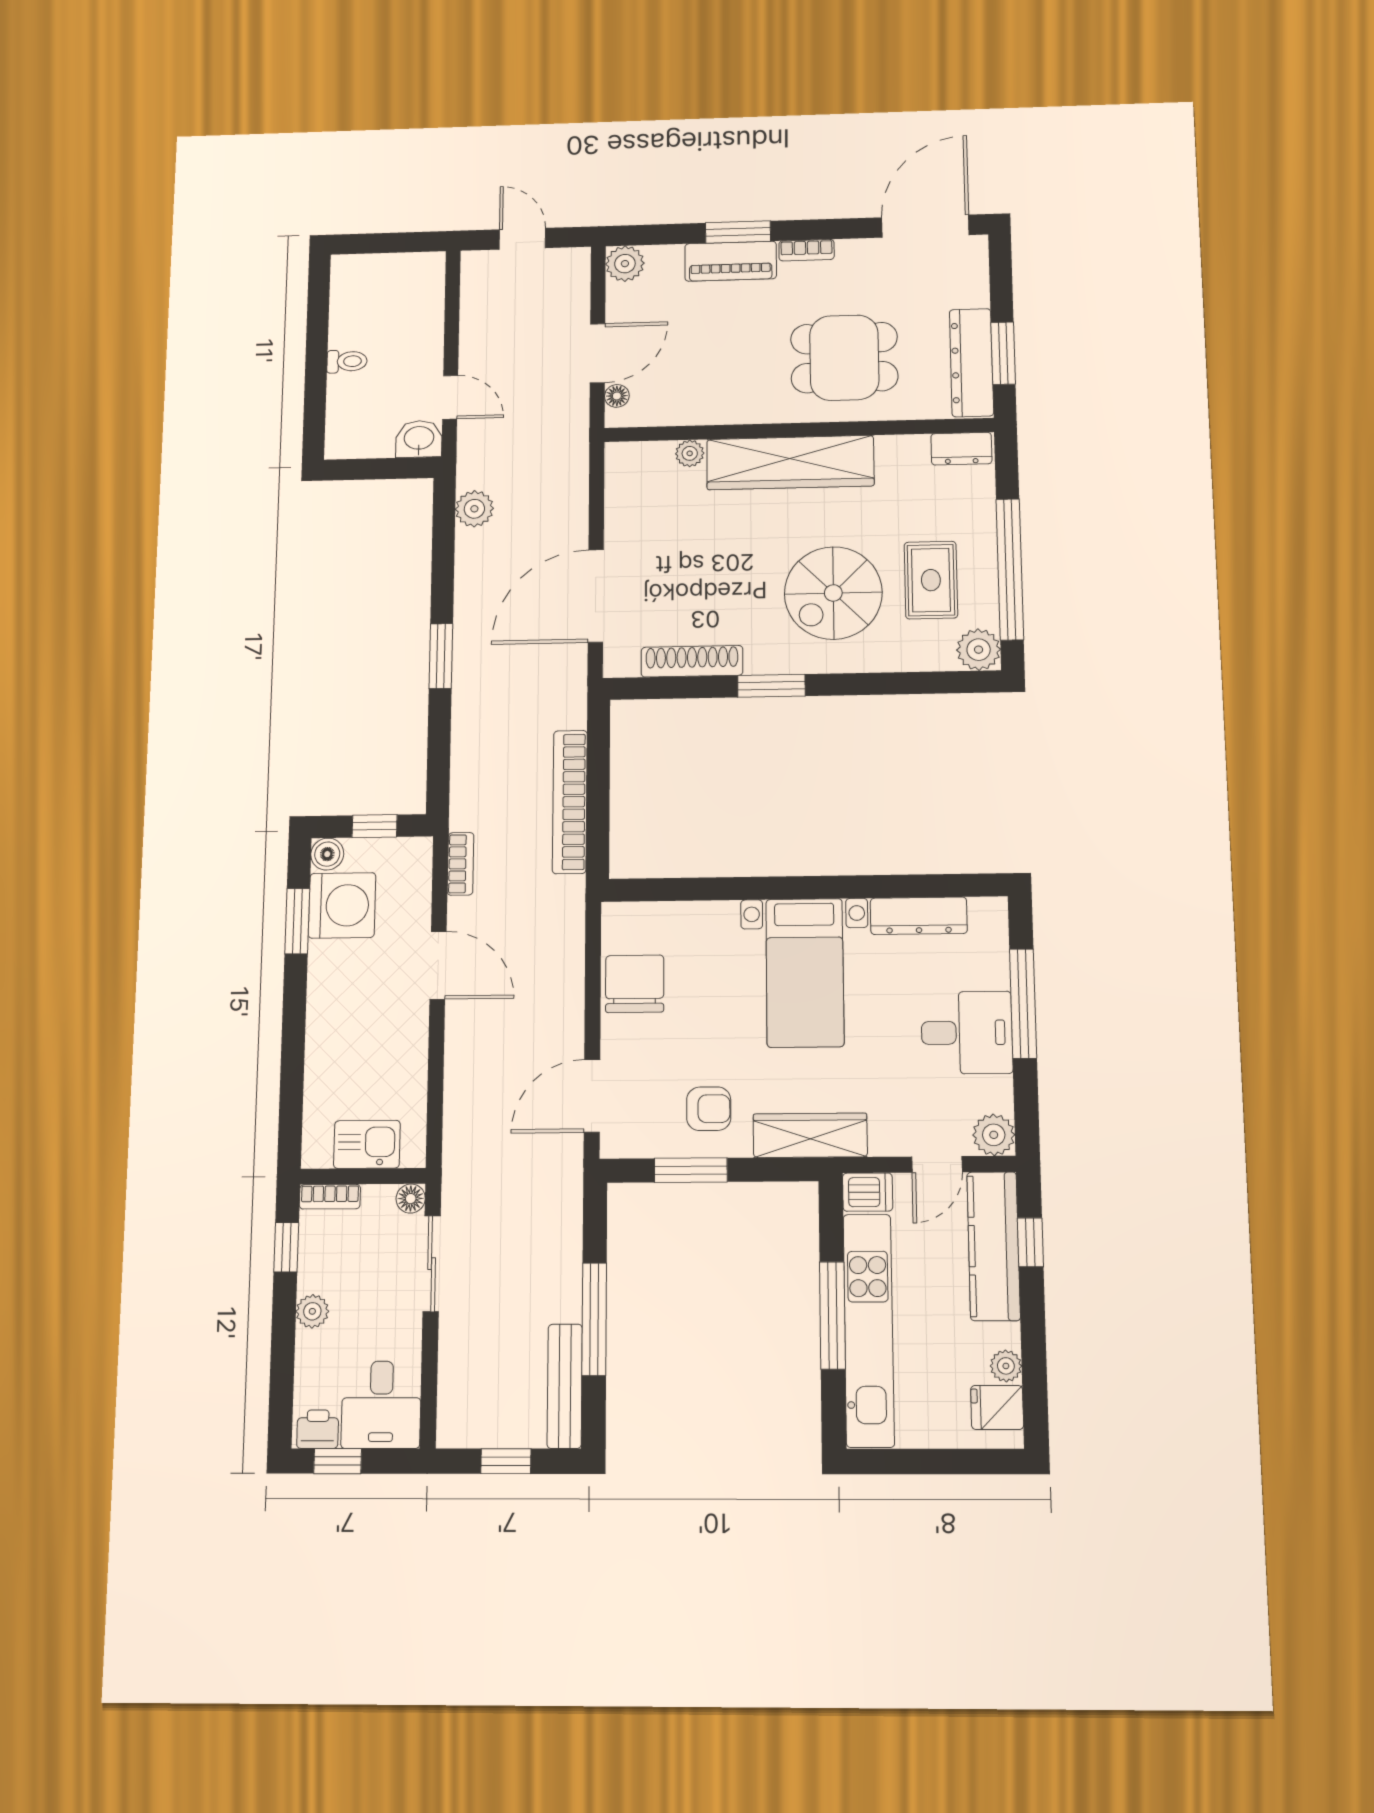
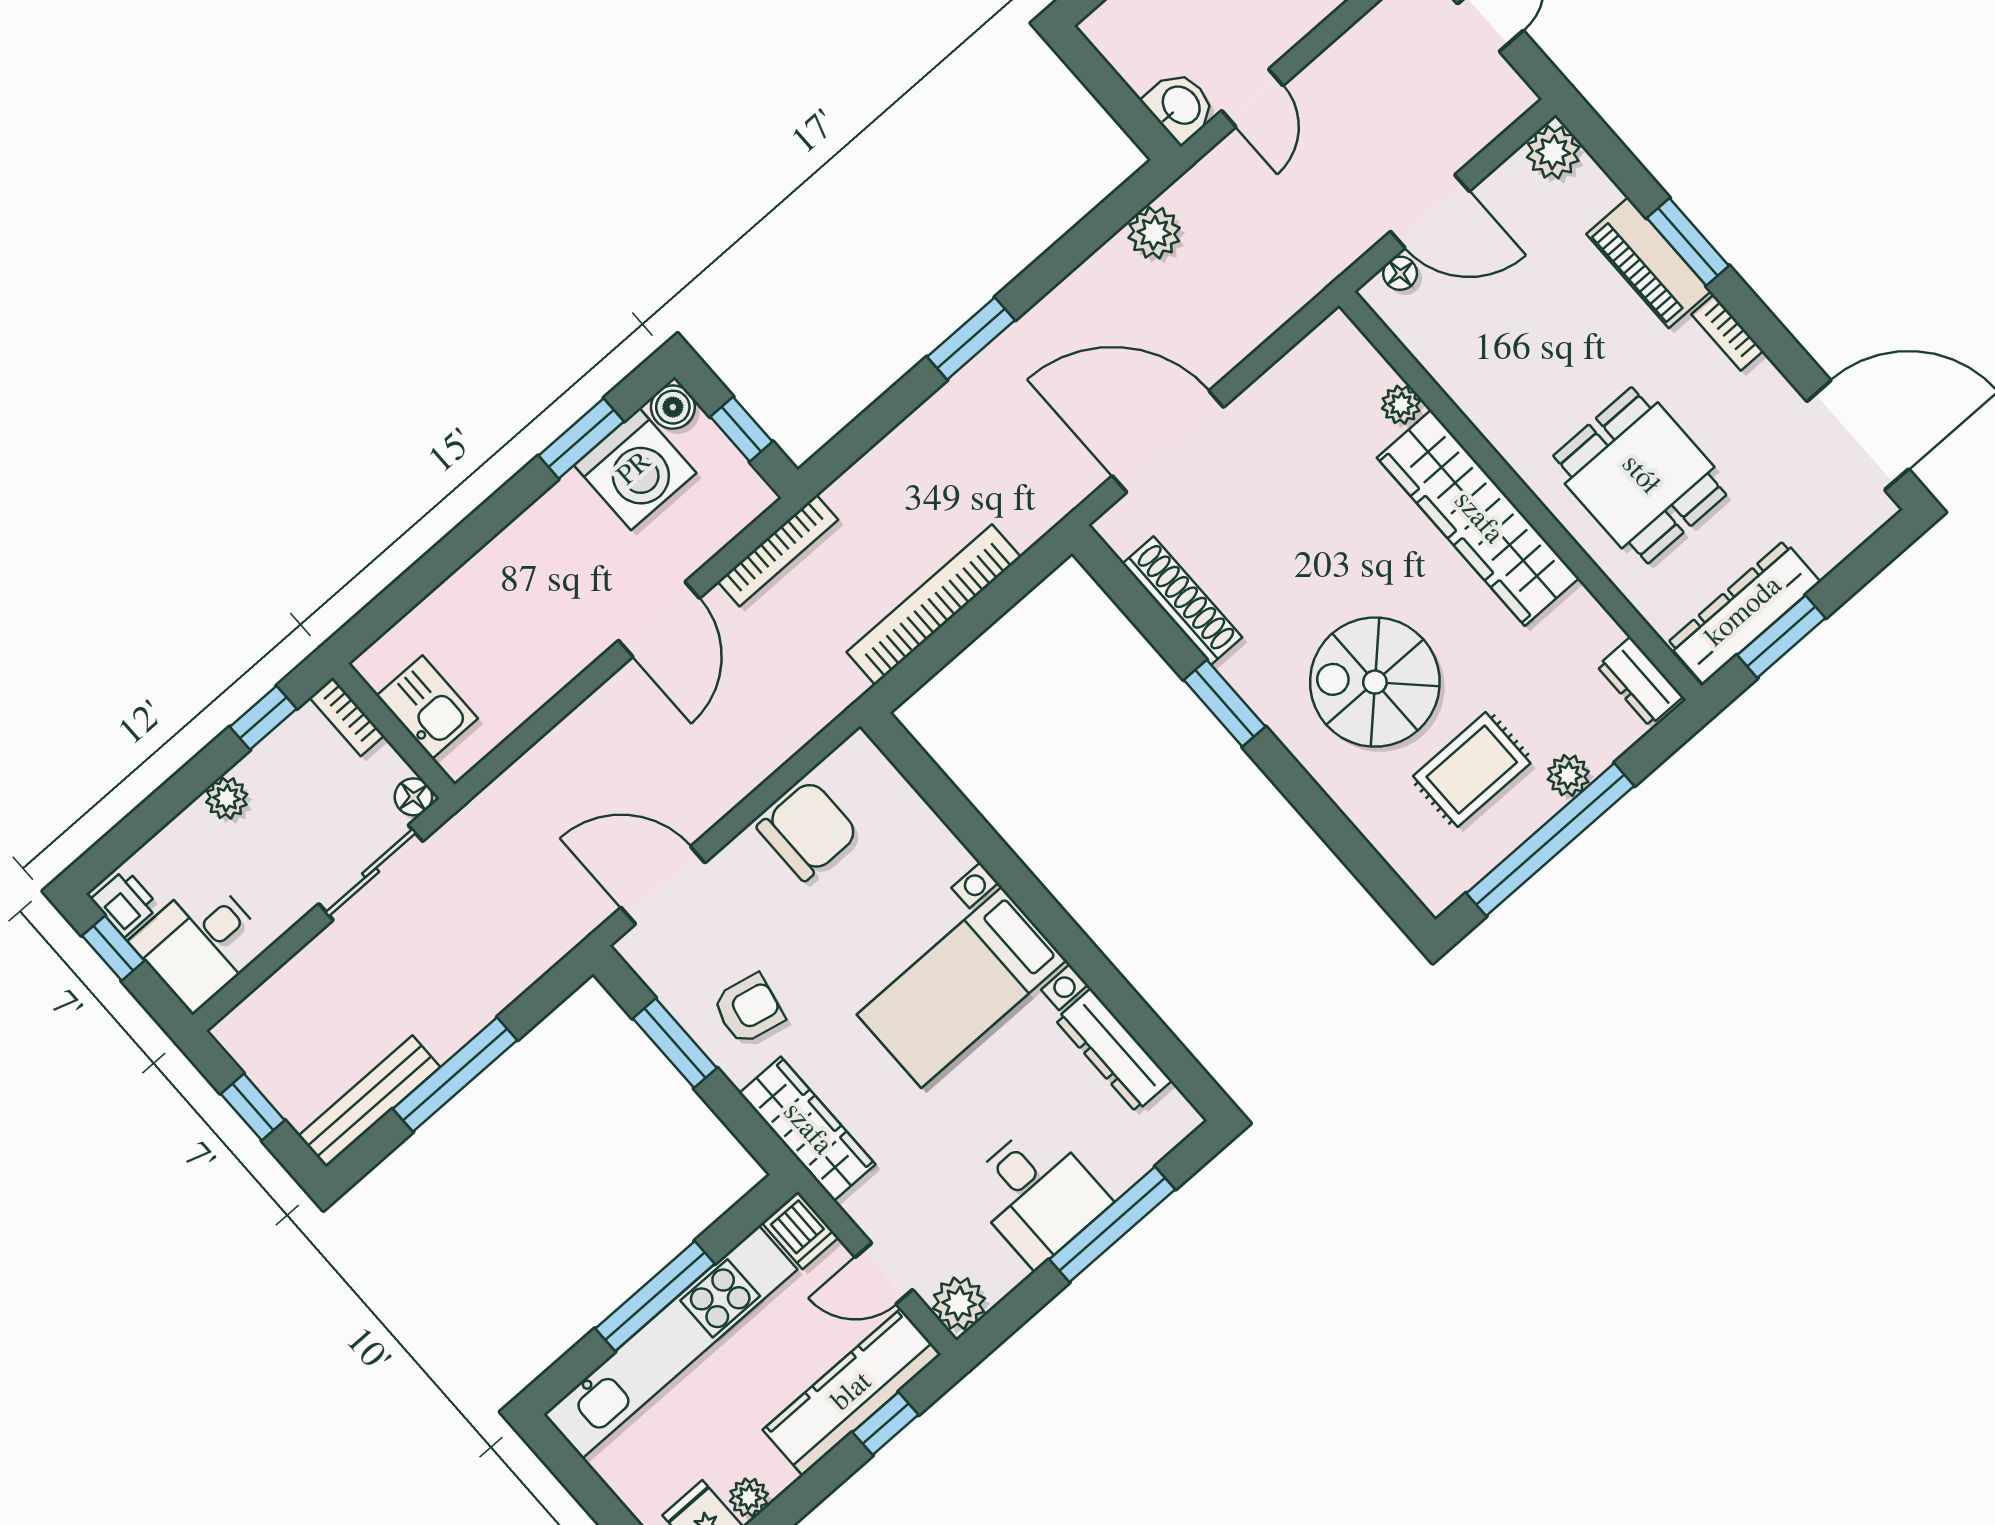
plant: (979, 650) -> (1568, 775), moved, width x0.73, depth x0.73
bookcase: (461, 864) -> (778, 551), width x1.56
armchair: (709, 1109) -> (748, 1009), turned -78

